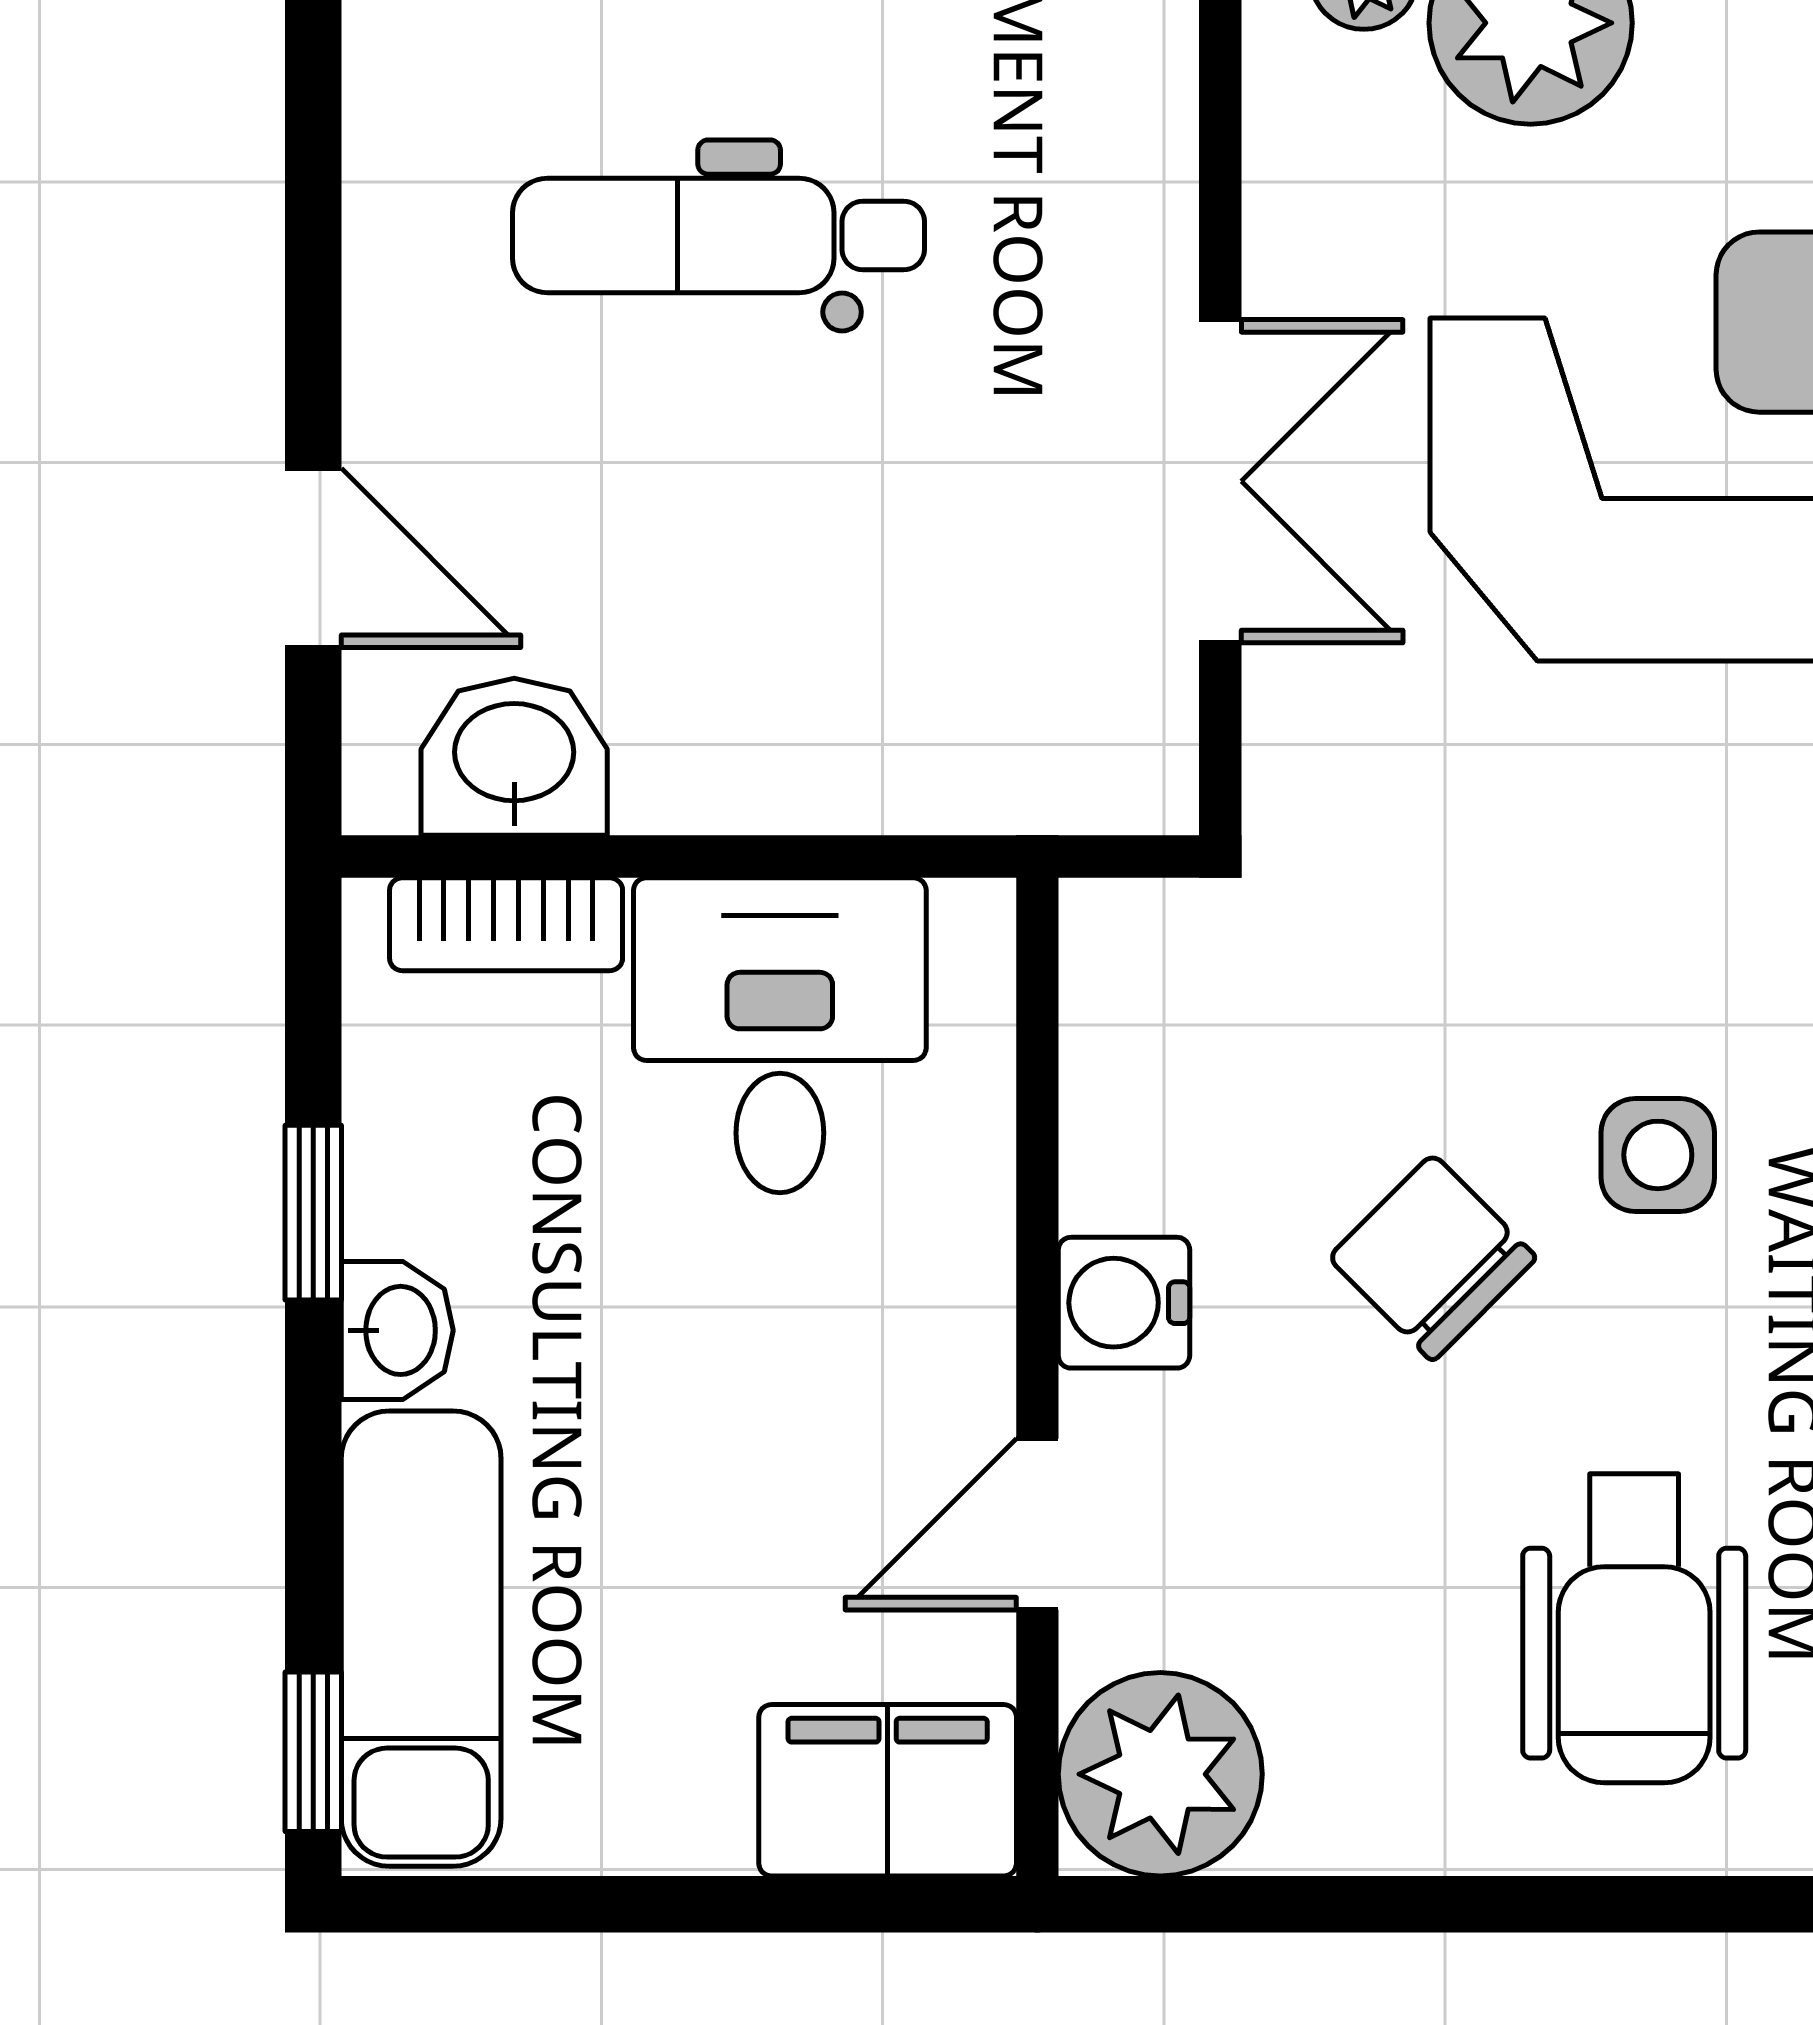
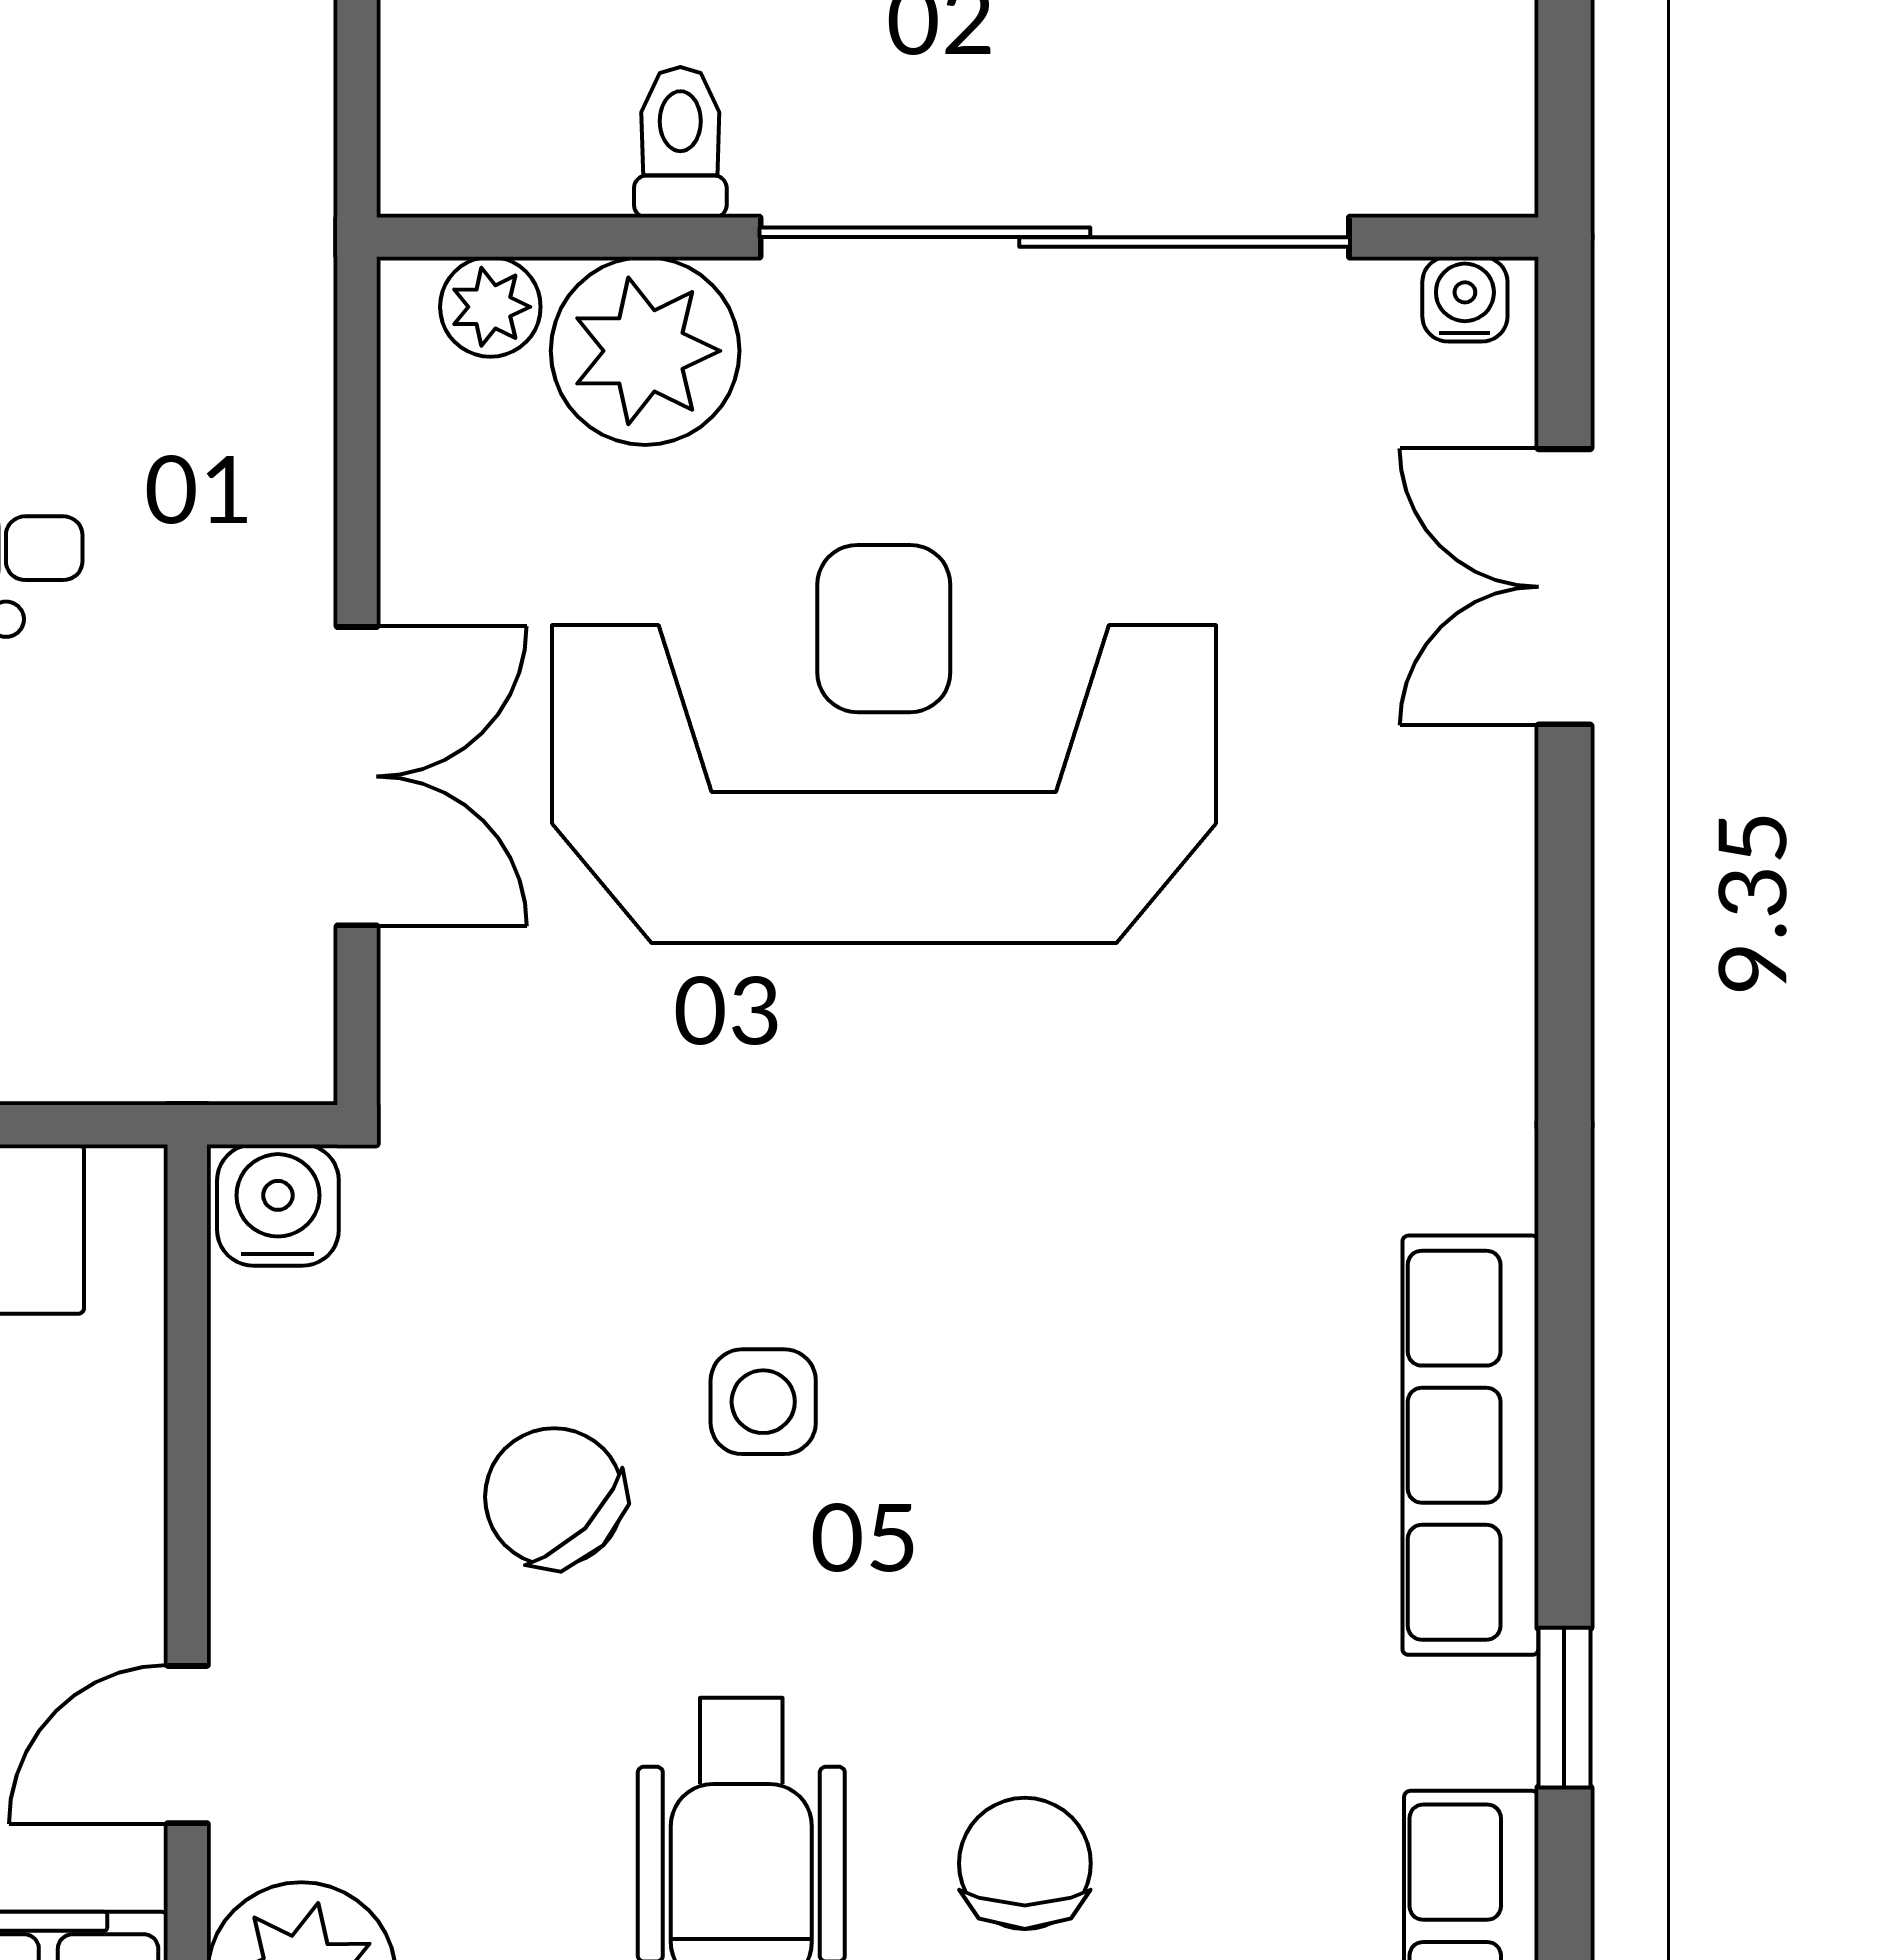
water cooler: (1124, 1303) -> (278, 1205), moved, turned 90

